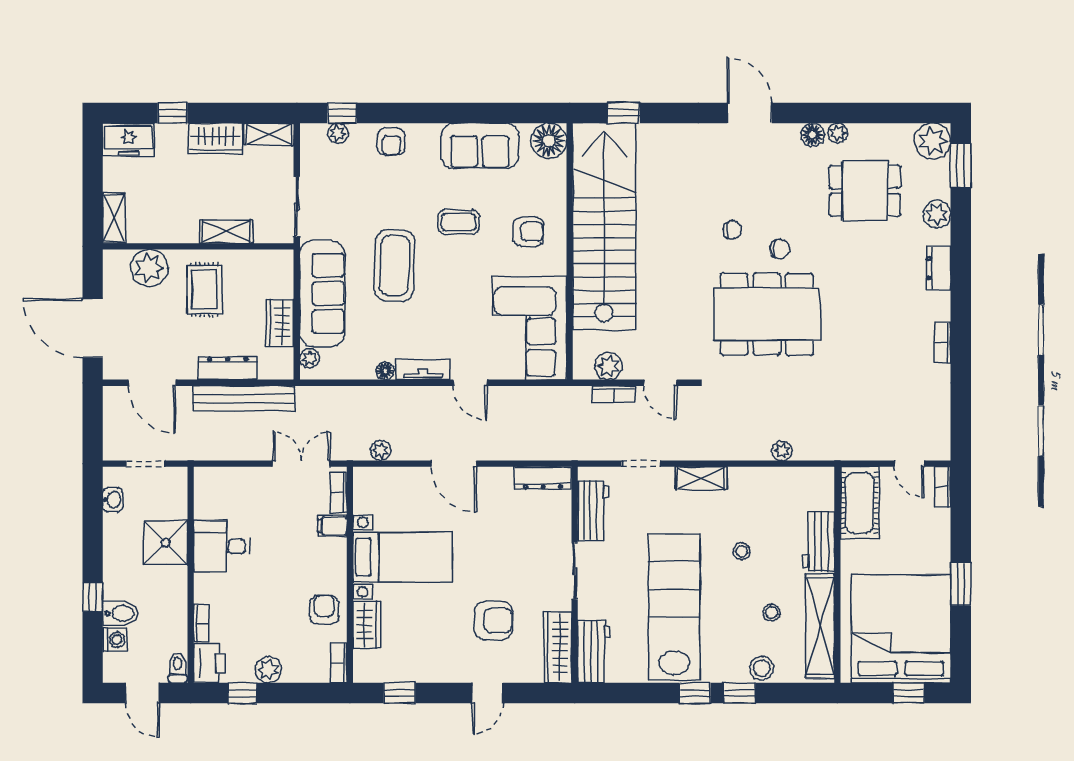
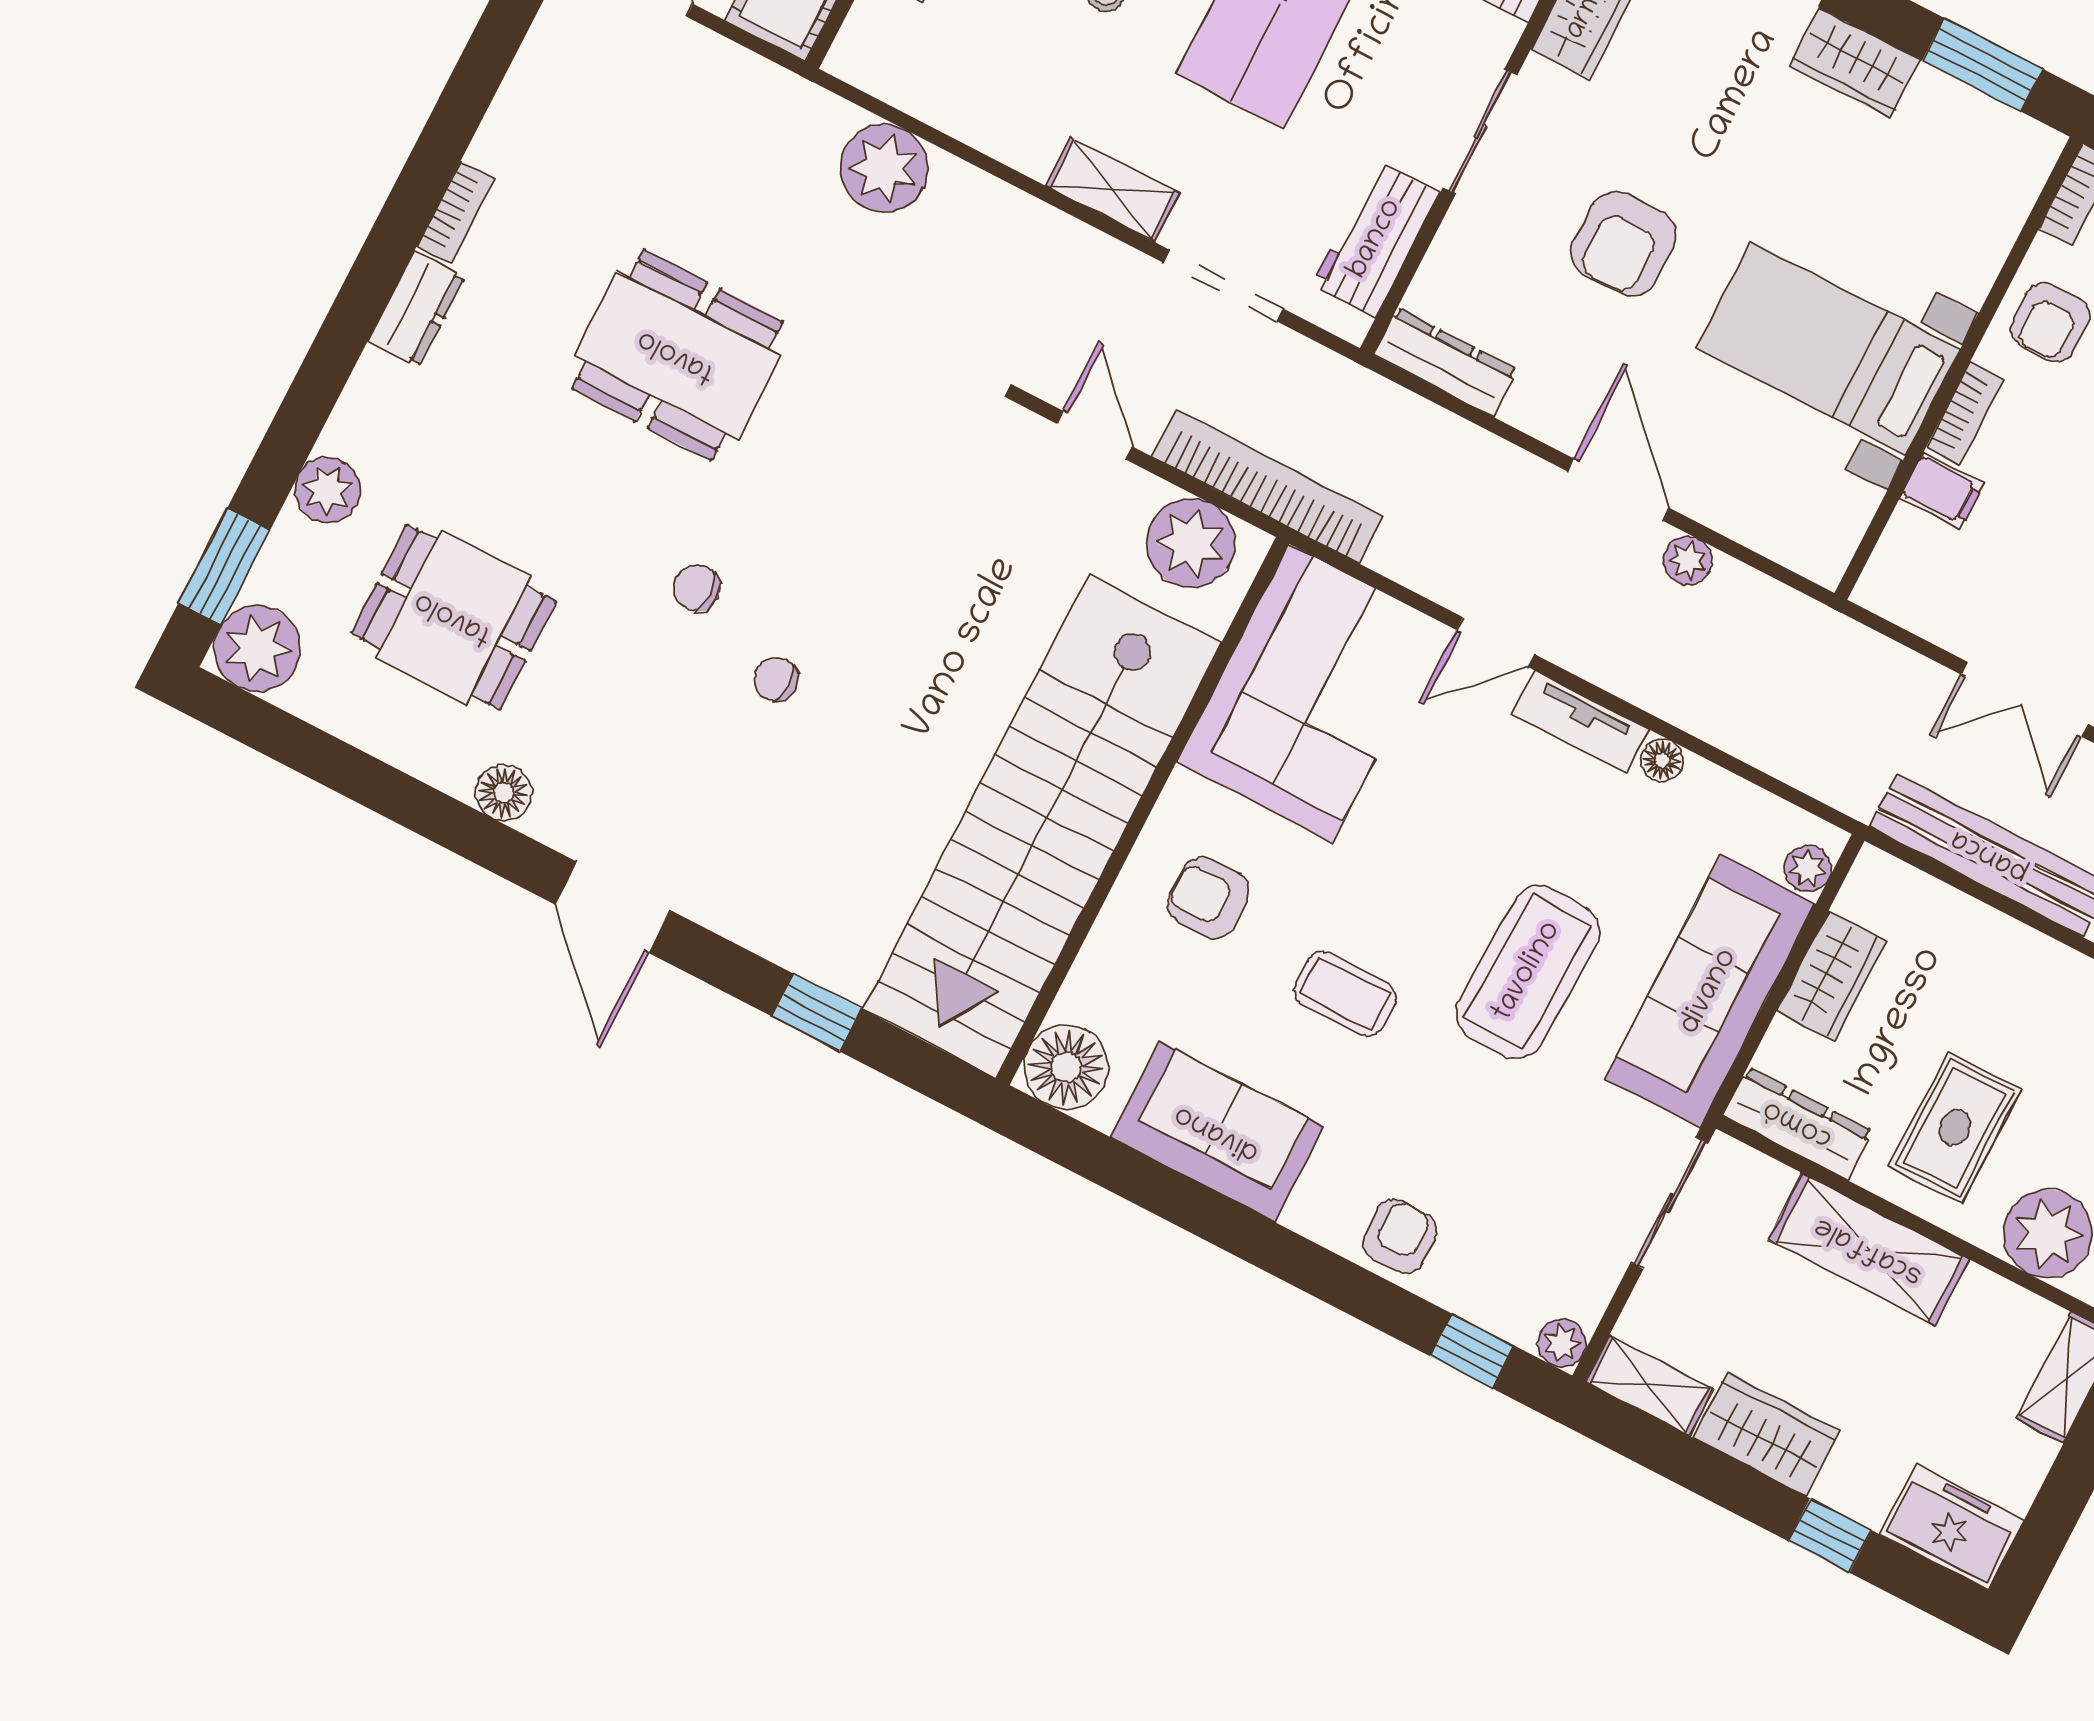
window: (624, 113) -> (817, 1013), moved
plant: (338, 133) -> (1562, 1343), moved
plant: (838, 133) -> (448, 769), removed
shelving: (226, 231) -> (1869, 1250), width x1.50, depth x1.33
dresser: (938, 268) -> (417, 309), moved
dining table: (767, 314) -> (677, 355), moved, width x0.73, depth x0.80
plant: (608, 366) -> (1191, 543), width x1.36, depth x1.36
dresser: (228, 368) -> (1798, 1123), moved, turned 180
door: (470, 383) -> (1496, 642), swing flipped
bookcase: (614, 394) -> (1267, 487), width x2.31, depth x1.31
plant: (381, 450) -> (1688, 561), moved
plant: (782, 451) -> (884, 168), width x1.88, depth x1.88
double door: (301, 464) -> (2025, 699), moved
doorway: (641, 464) -> (1223, 286), width x1.38
bookcase: (339, 493) -> (1965, 414), moved
armchair: (494, 621) -> (1624, 244), moved, turned -90
wardrobe: (367, 625) -> (1855, 63), moved, turned -90
window: (400, 693) -> (1982, 65), width x1.50

